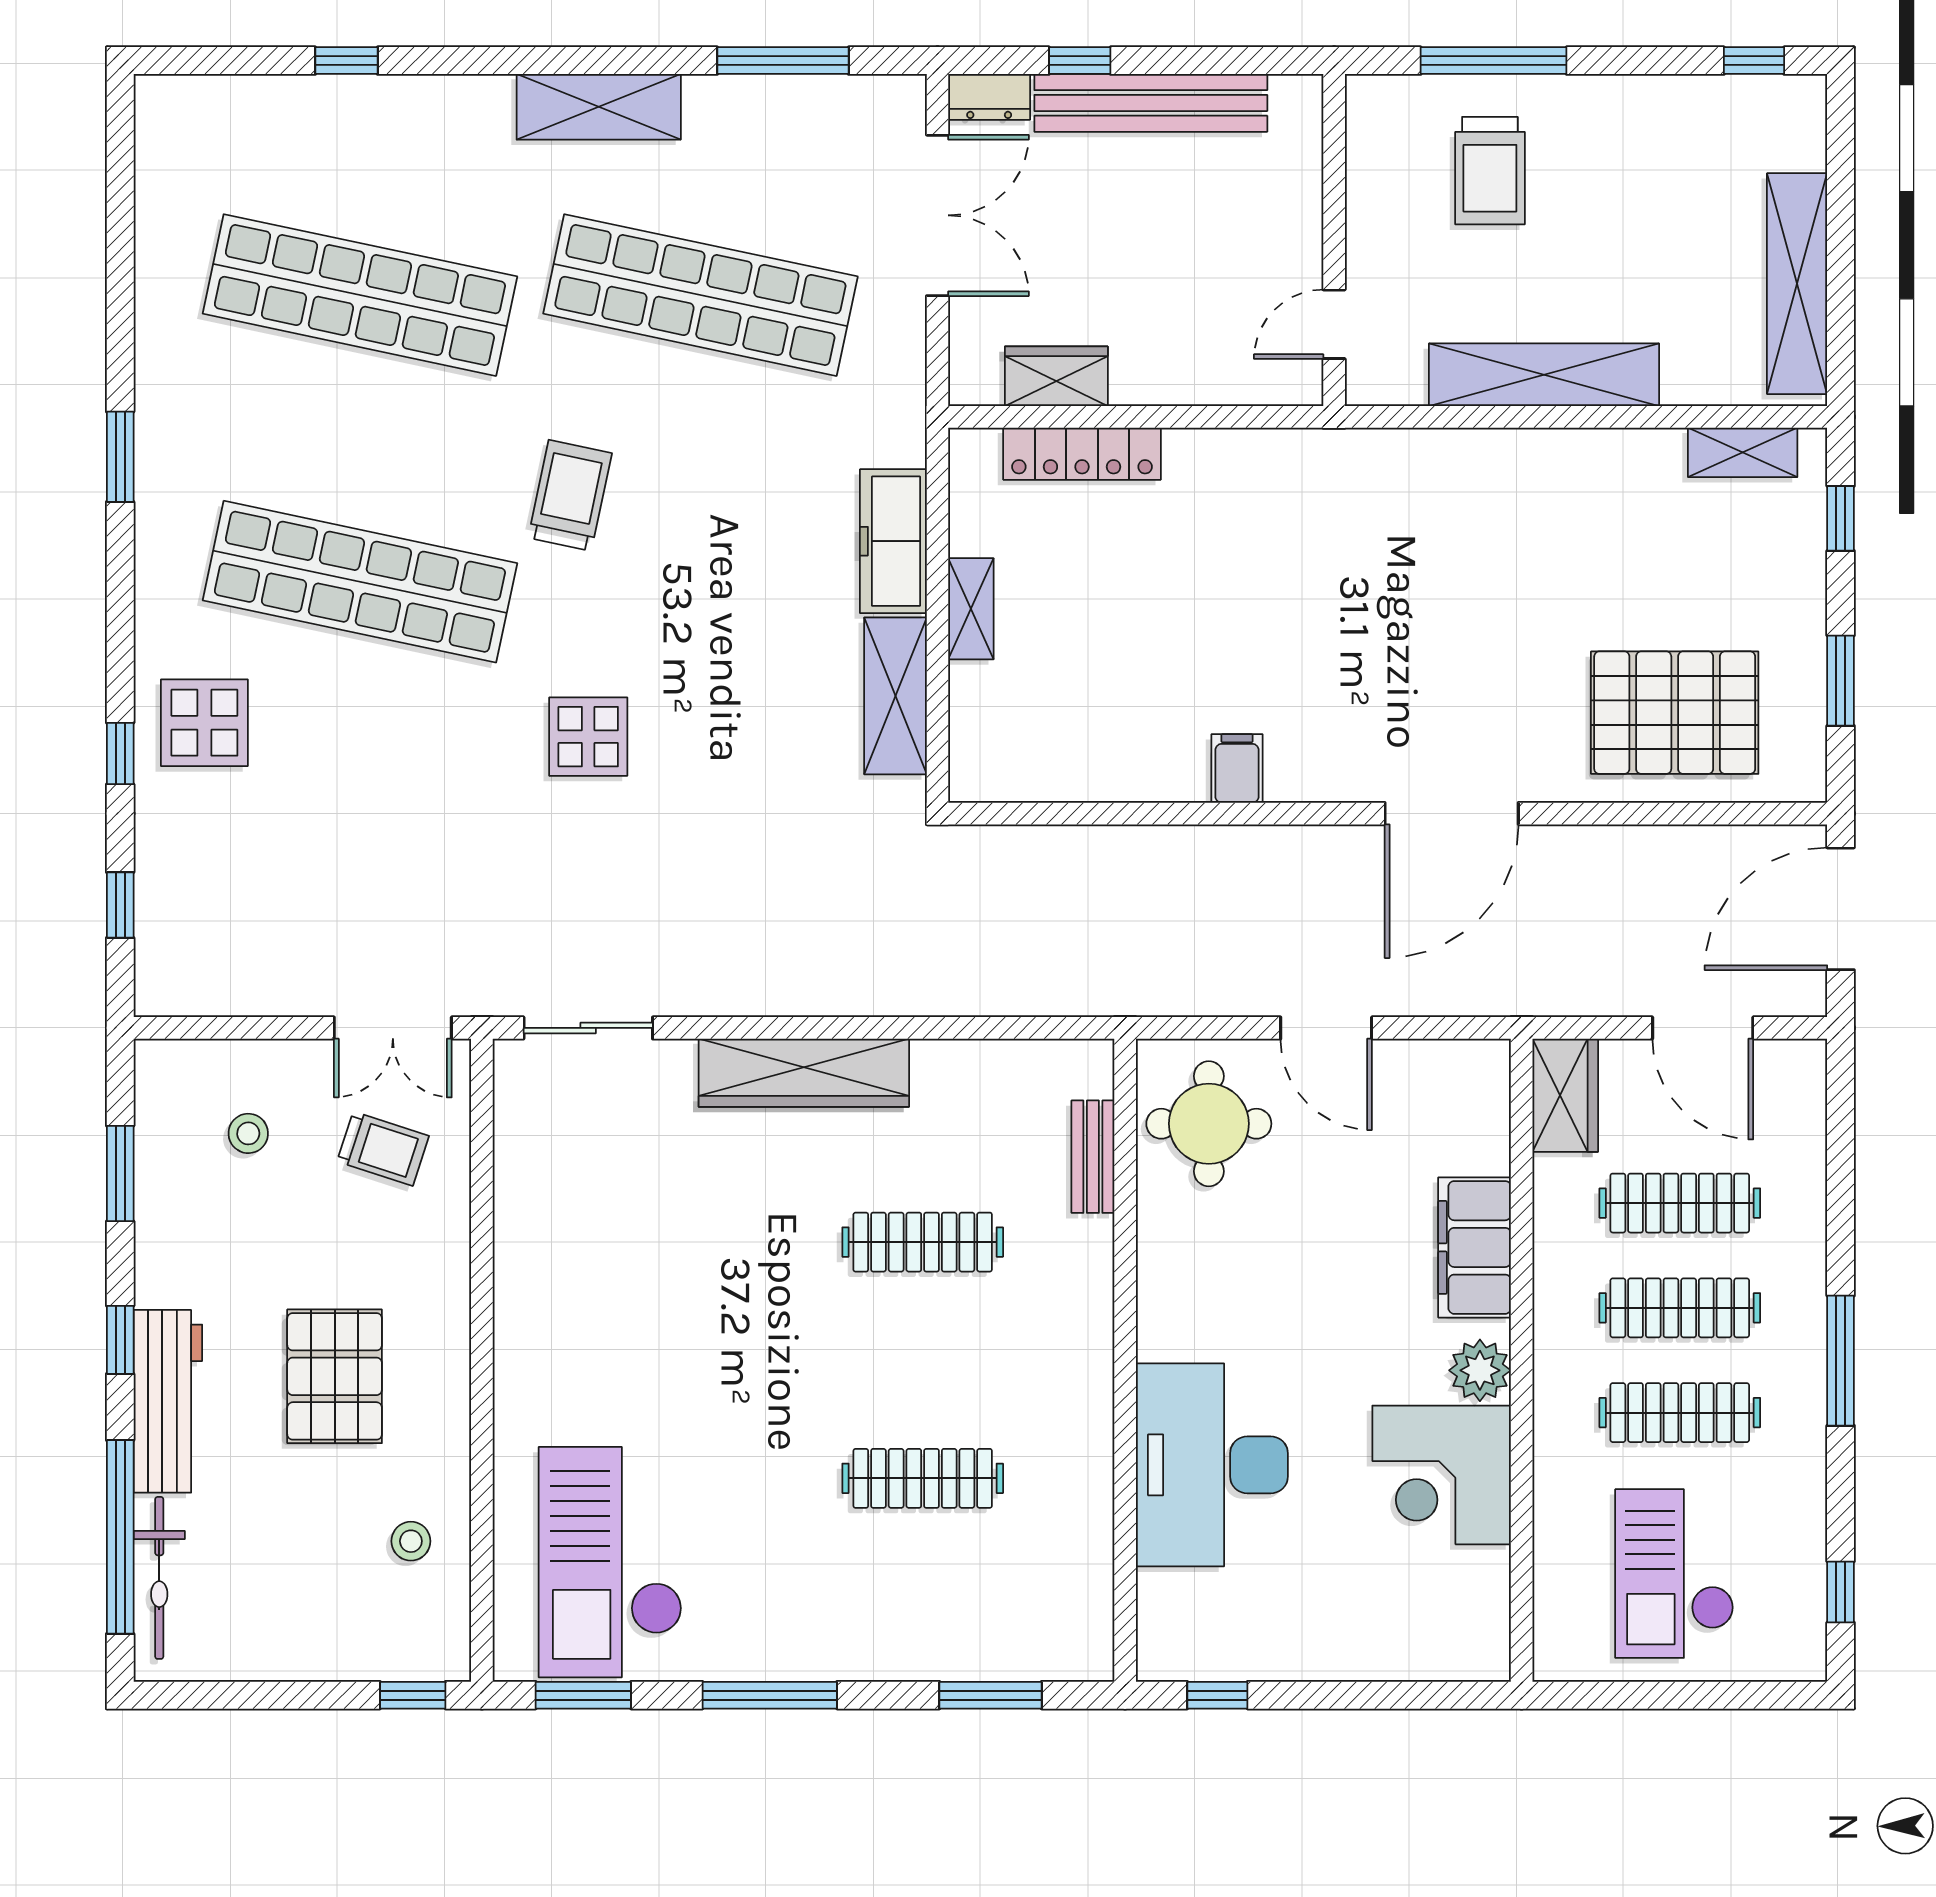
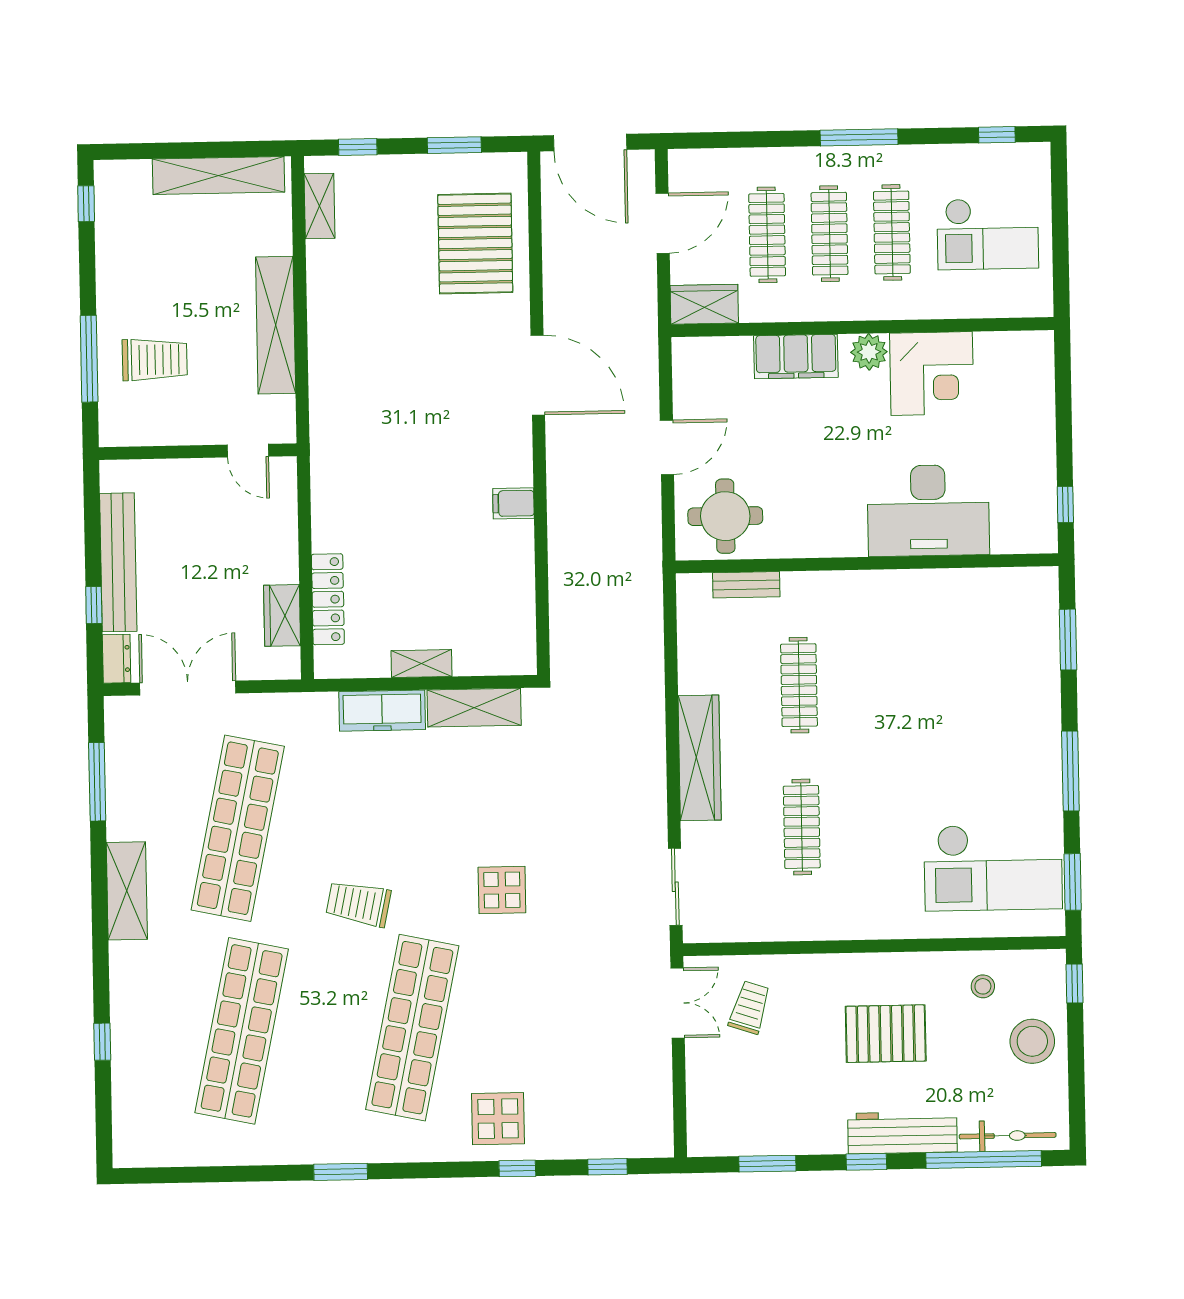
stool: (248, 1133) -> (1032, 1041), moved, width x1.89, depth x1.89
clothes rail: (923, 1478) -> (802, 827), moved

